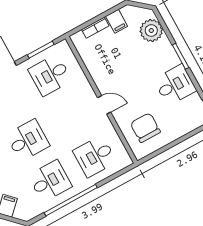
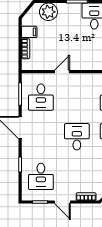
door: (104, 105) -> (62, 72), moved

